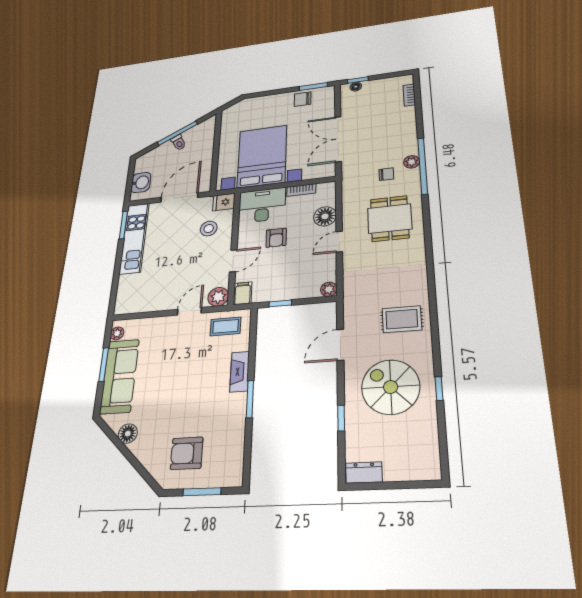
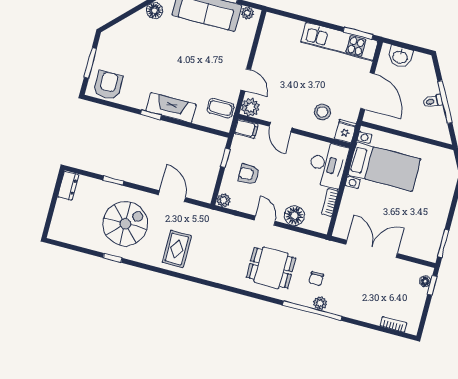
chair: (303, 99) -> (432, 230), removed
bed with nightstands: (262, 156) -> (384, 167), width x0.73
armchair: (276, 238) -> (249, 174), moved
coffee table: (226, 326) -> (221, 108), turned 90
fireplace: (240, 372) -> (171, 108), width x1.37, depth x1.32
window: (250, 399) -> (151, 115), width x0.67
armchair: (187, 453) -> (108, 85), moved

